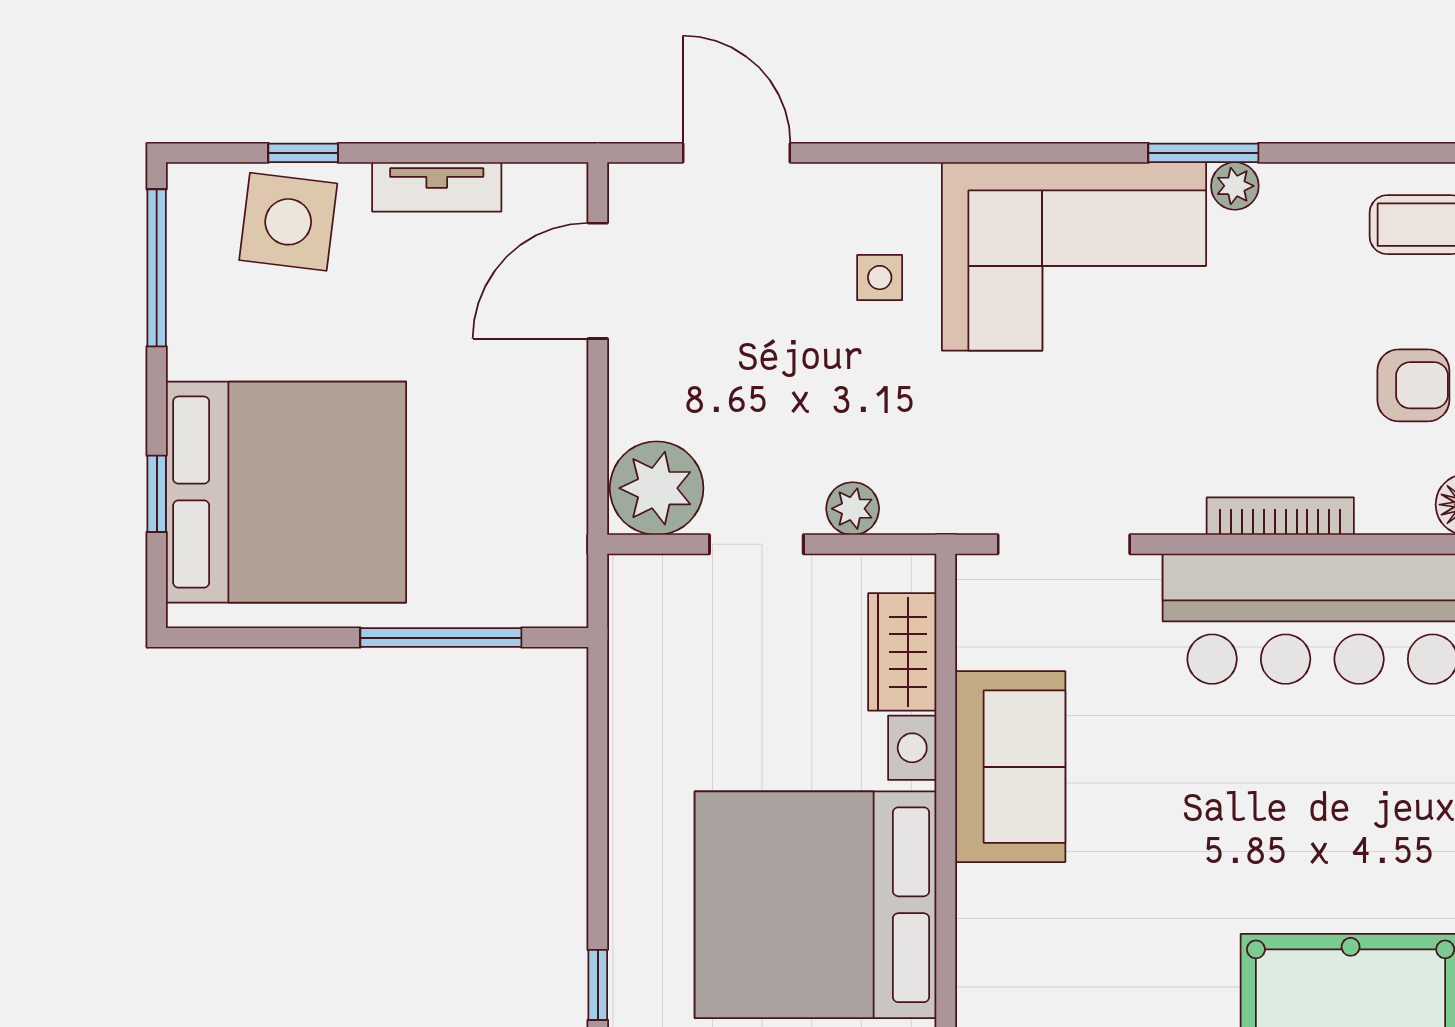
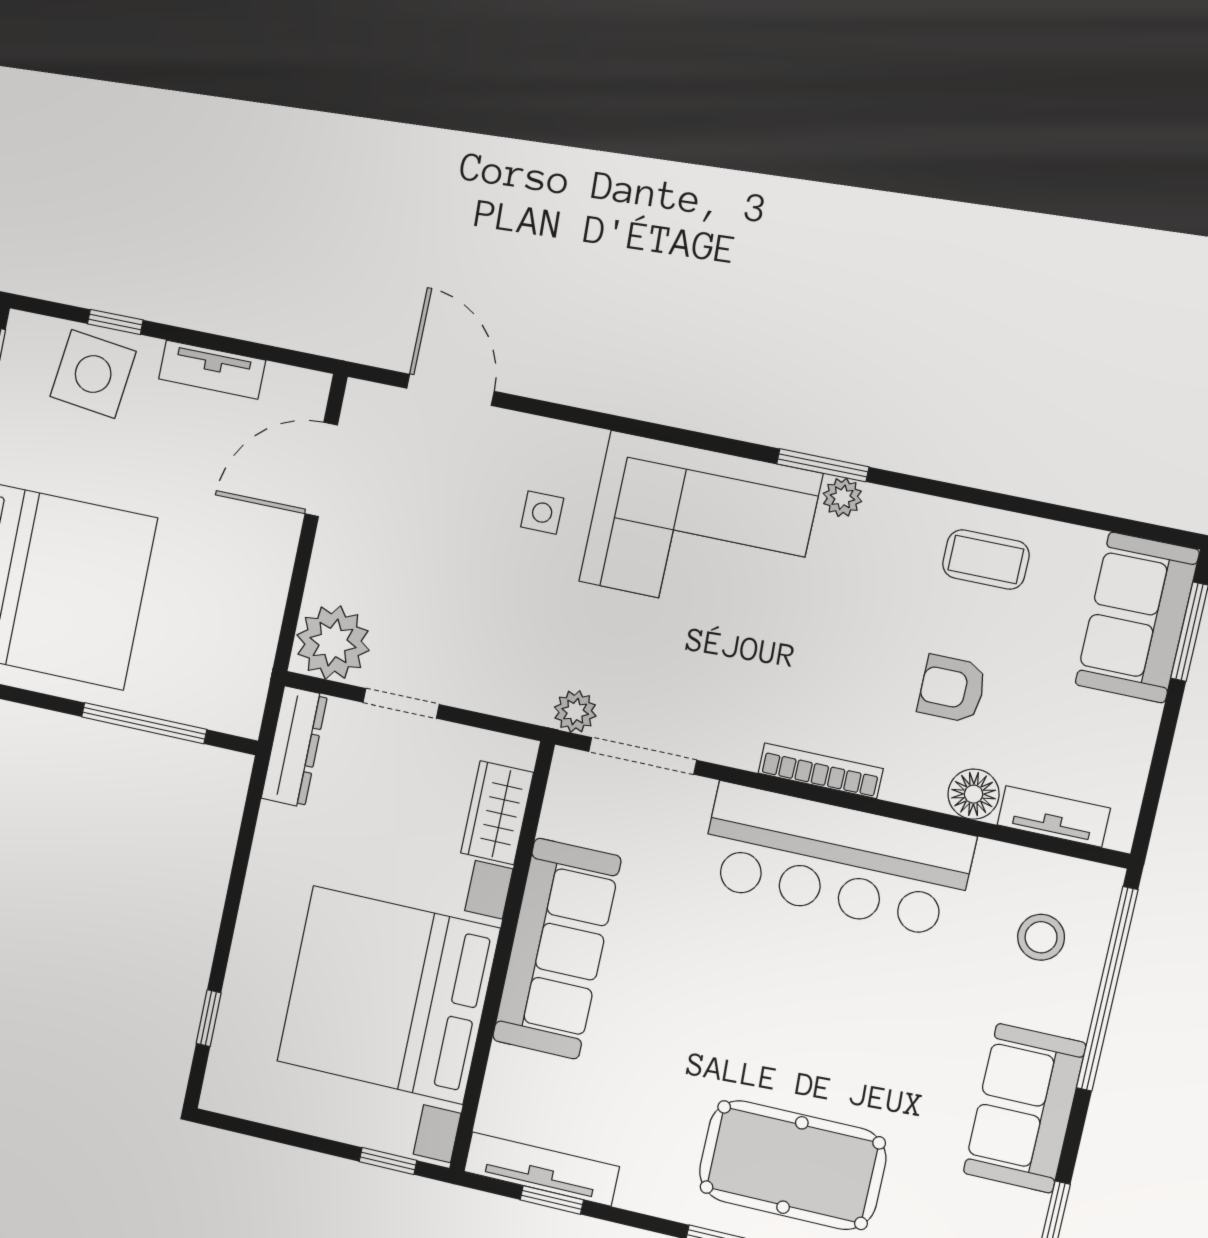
armchair: (1413, 385) -> (952, 689), turned 180
plant: (853, 509) -> (575, 712), moved
dresser: (635, 626) -> (294, 747), added
sofa: (1010, 767) -> (557, 949), width x1.36

